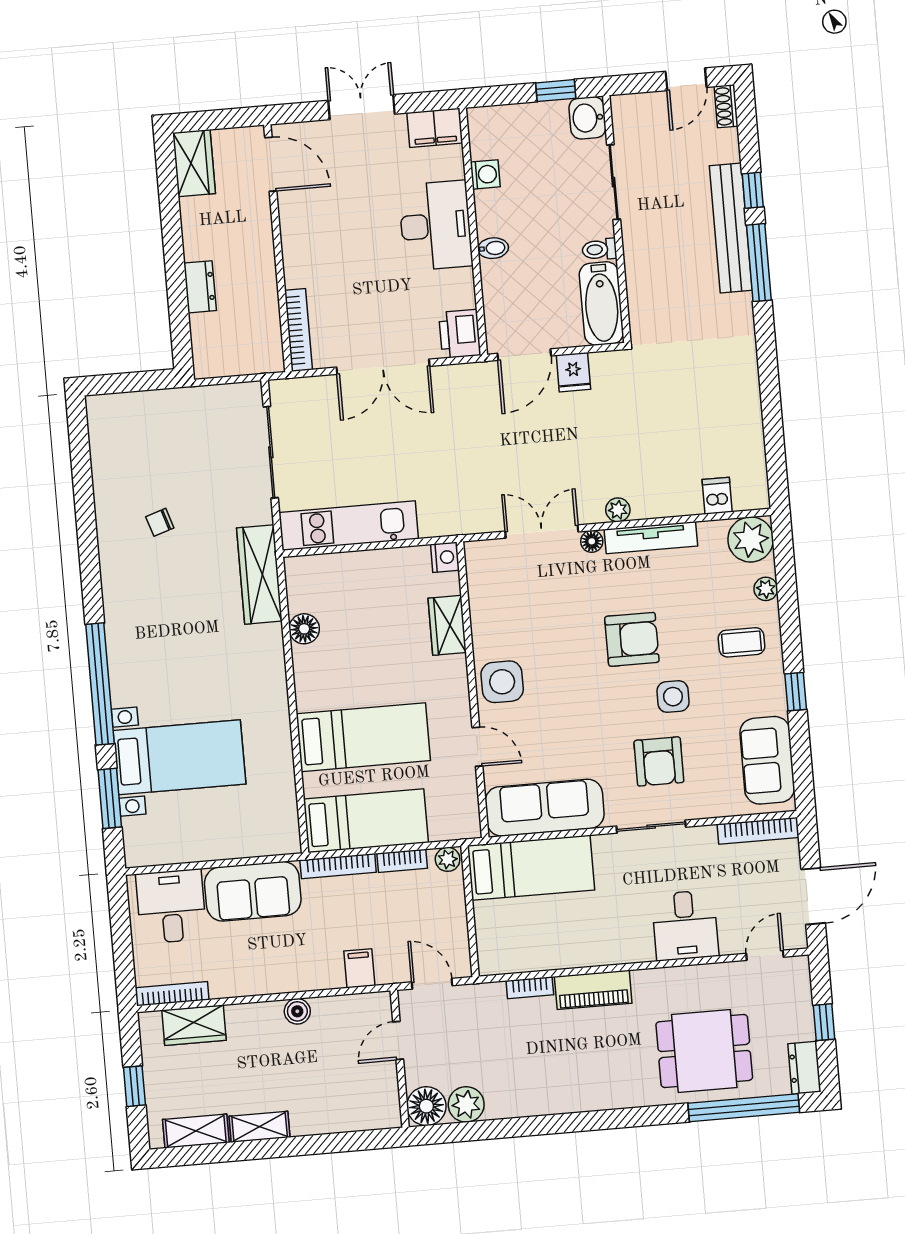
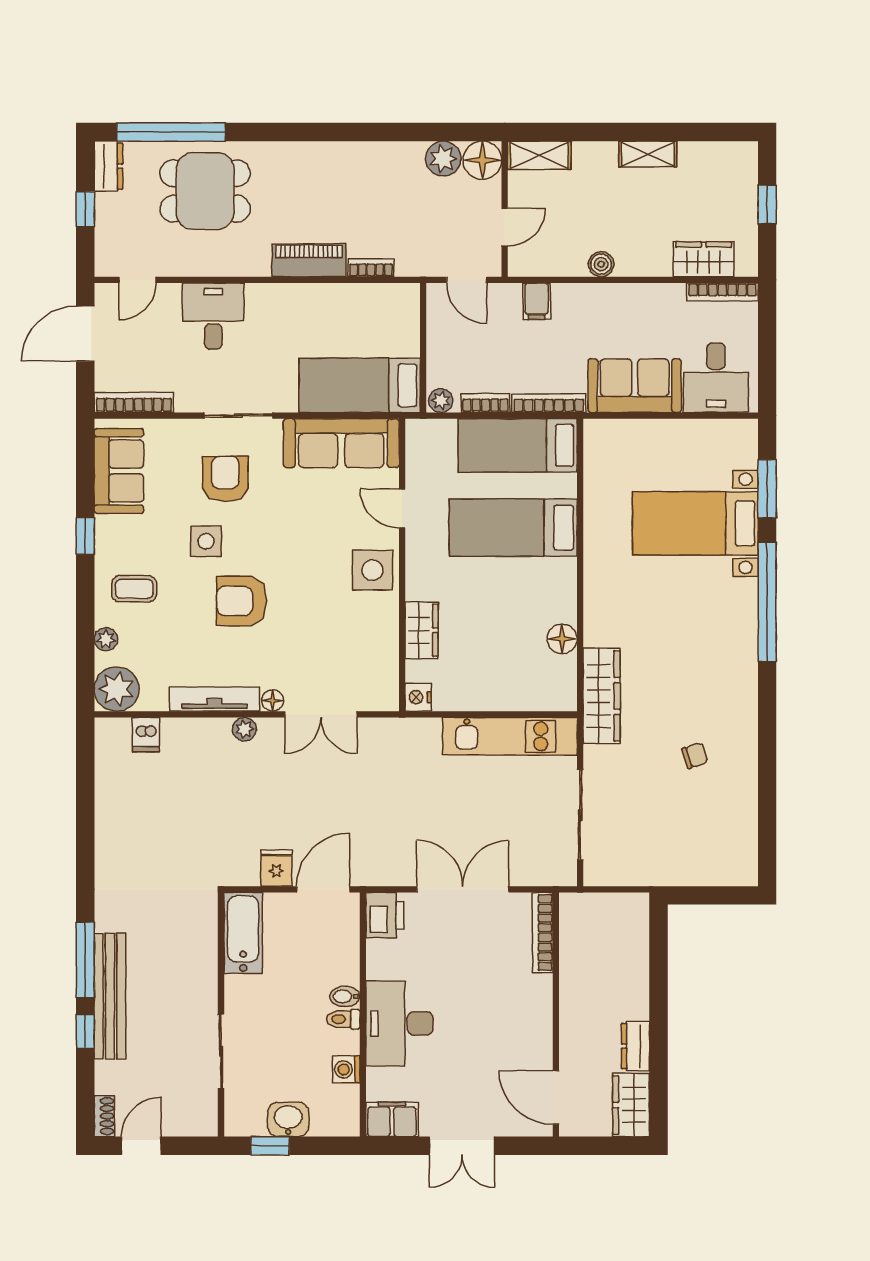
washbasin: (587, 118) -> (288, 1119), moved, turned -90
toilet: (599, 249) -> (343, 1019), moved, turned 180
dresser: (200, 287) -> (636, 1046), moved
shelving: (196, 1131) -> (539, 155), moved

